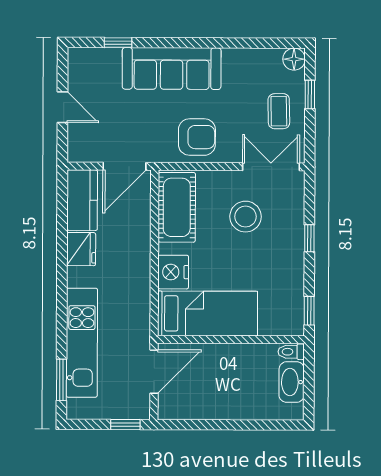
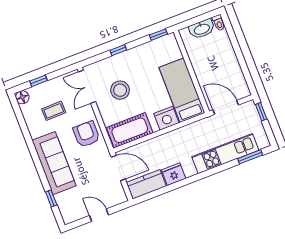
door: (62, 107) -> (99, 215), hinge flipped
coffee table: (279, 111) -> (54, 111), moved
toilet: (291, 352) -> (219, 23), moved

